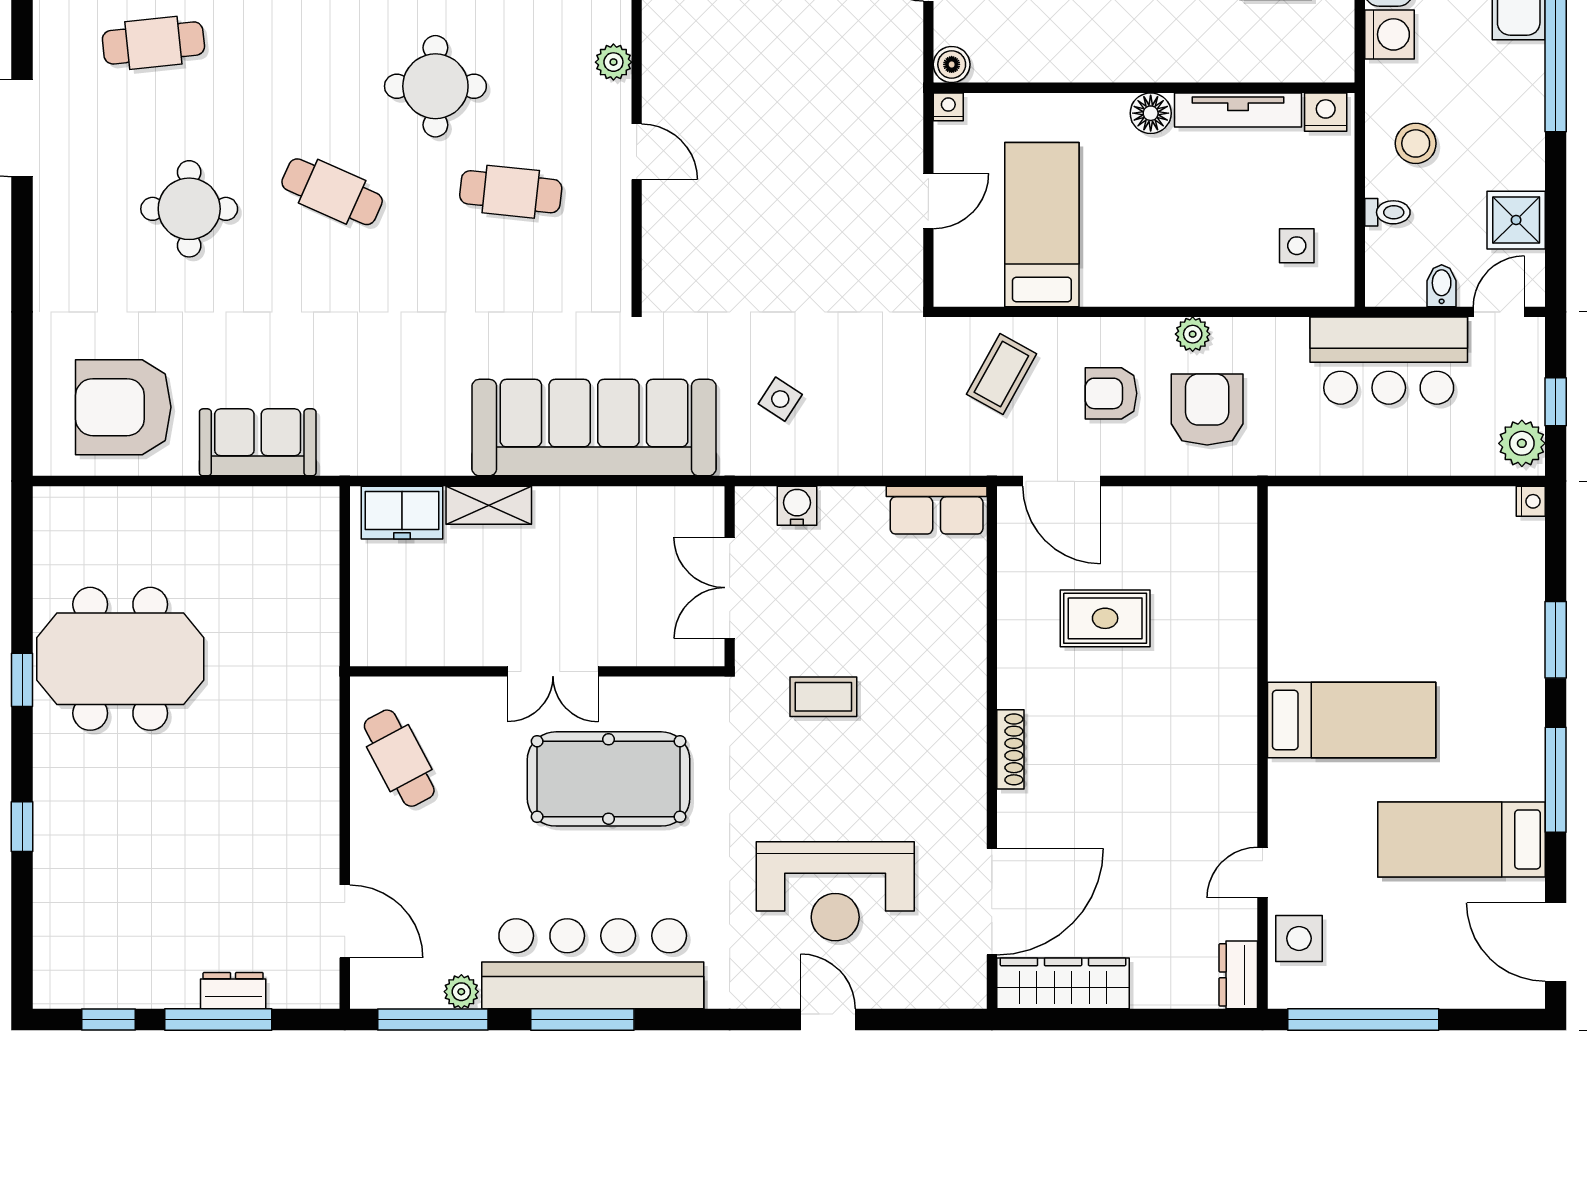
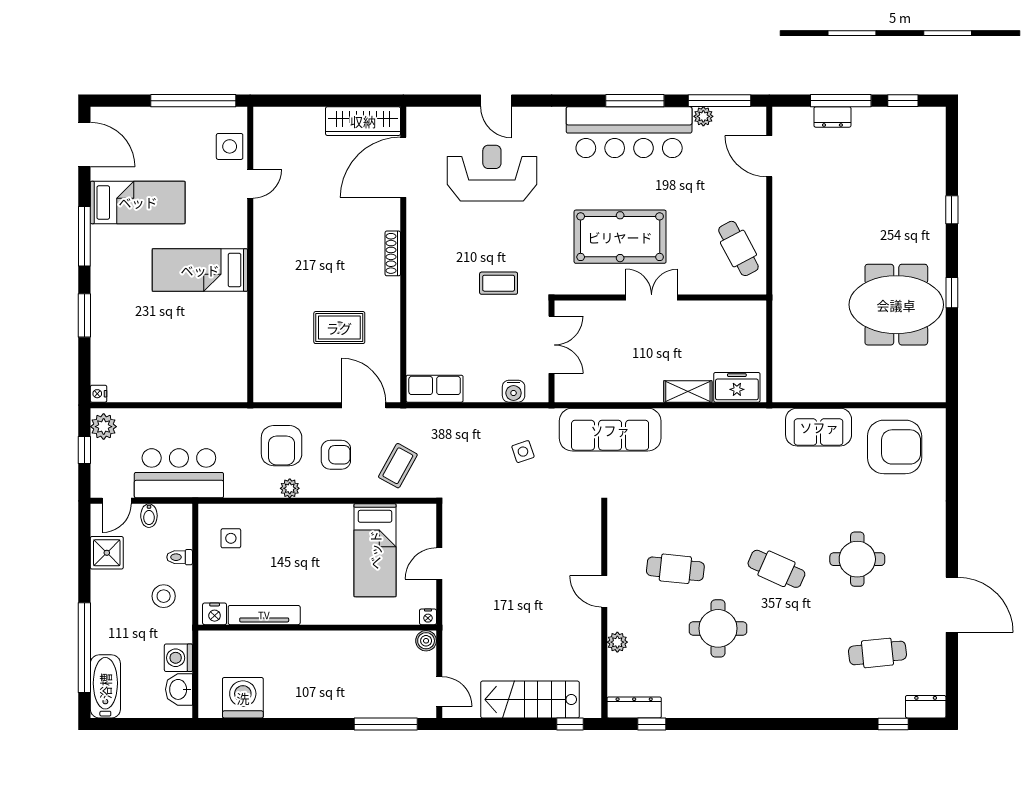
floor lamp: (1151, 113) -> (313, 613), removed
side table: (780, 399) -> (523, 452), turned 38
sofa: (594, 428) -> (610, 430), width x0.74, depth x0.79
dresser: (1238, 975) -> (264, 126), removed

